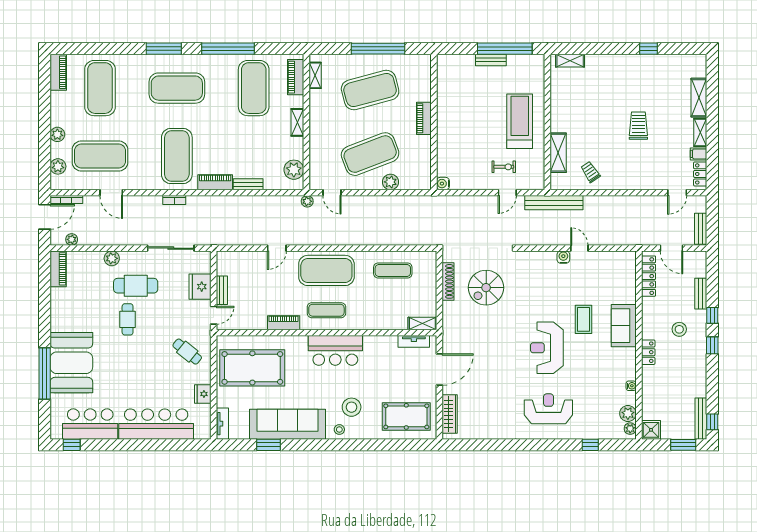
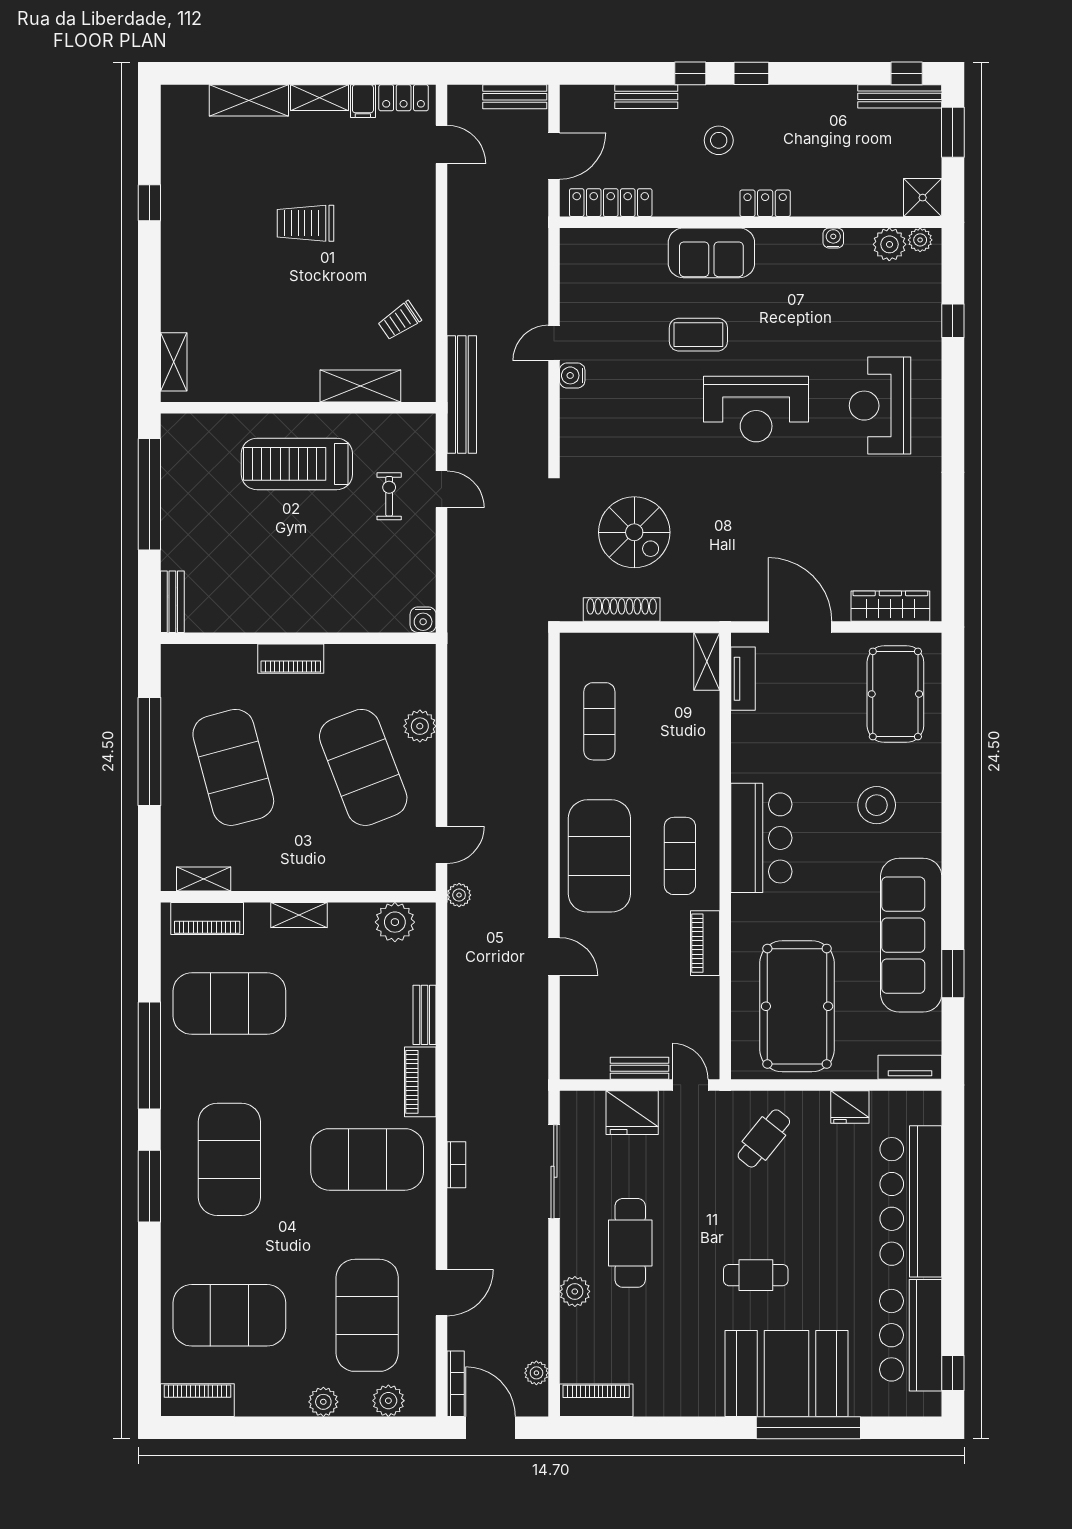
bench: (491, 60) -> (172, 602), moved
cafe table: (128, 319) -> (756, 1275), moved
stool: (339, 430) -> (922, 830), removed

